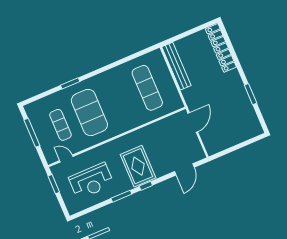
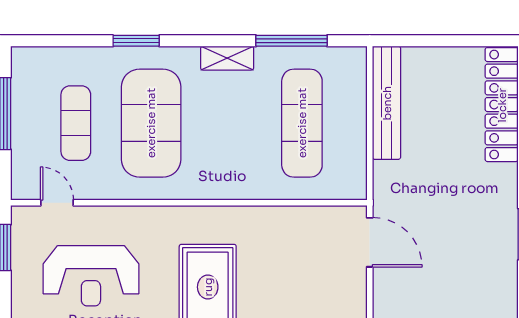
window: (130, 58) -> (291, 41), added
shelving: (108, 75) -> (227, 58), added
door: (193, 122) -> (370, 242), hinge flipped

